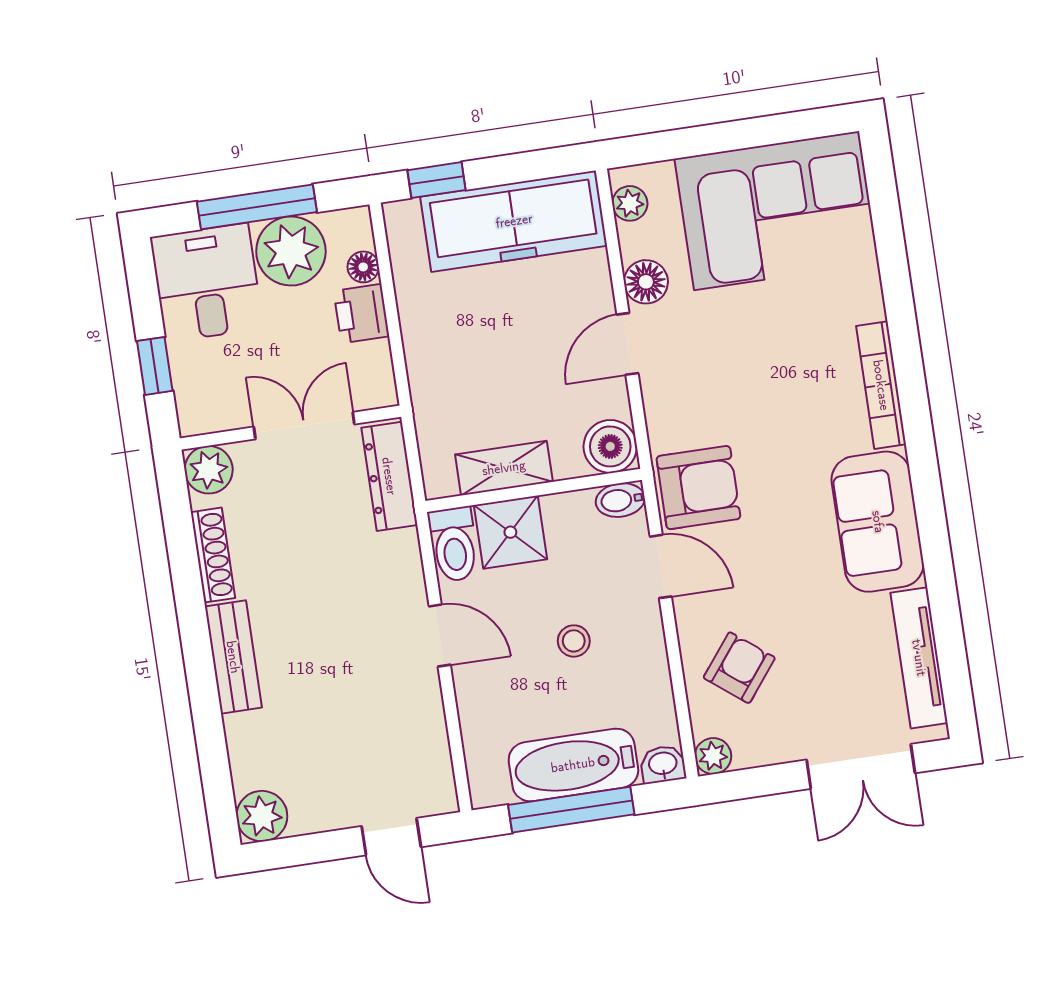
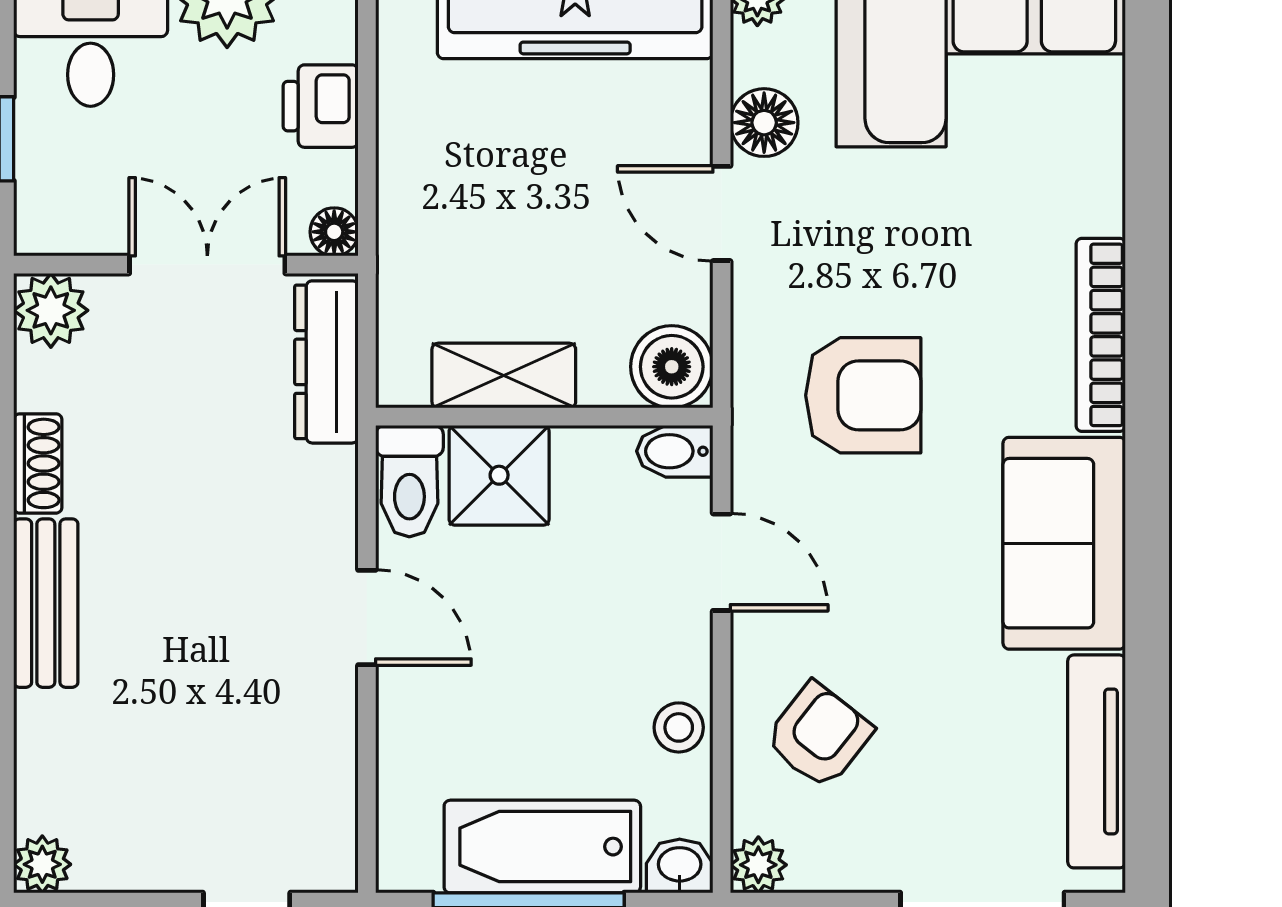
floor lamp: (363, 267) -> (334, 232), moved
door: (627, 344) -> (722, 213), hinge flipped
armchair: (698, 488) -> (863, 395), moved
shoe rack: (213, 555) -> (38, 463), width x0.70
stool: (574, 641) -> (679, 727), moved
plant: (262, 816) -> (42, 864), width x0.73, depth x0.73

